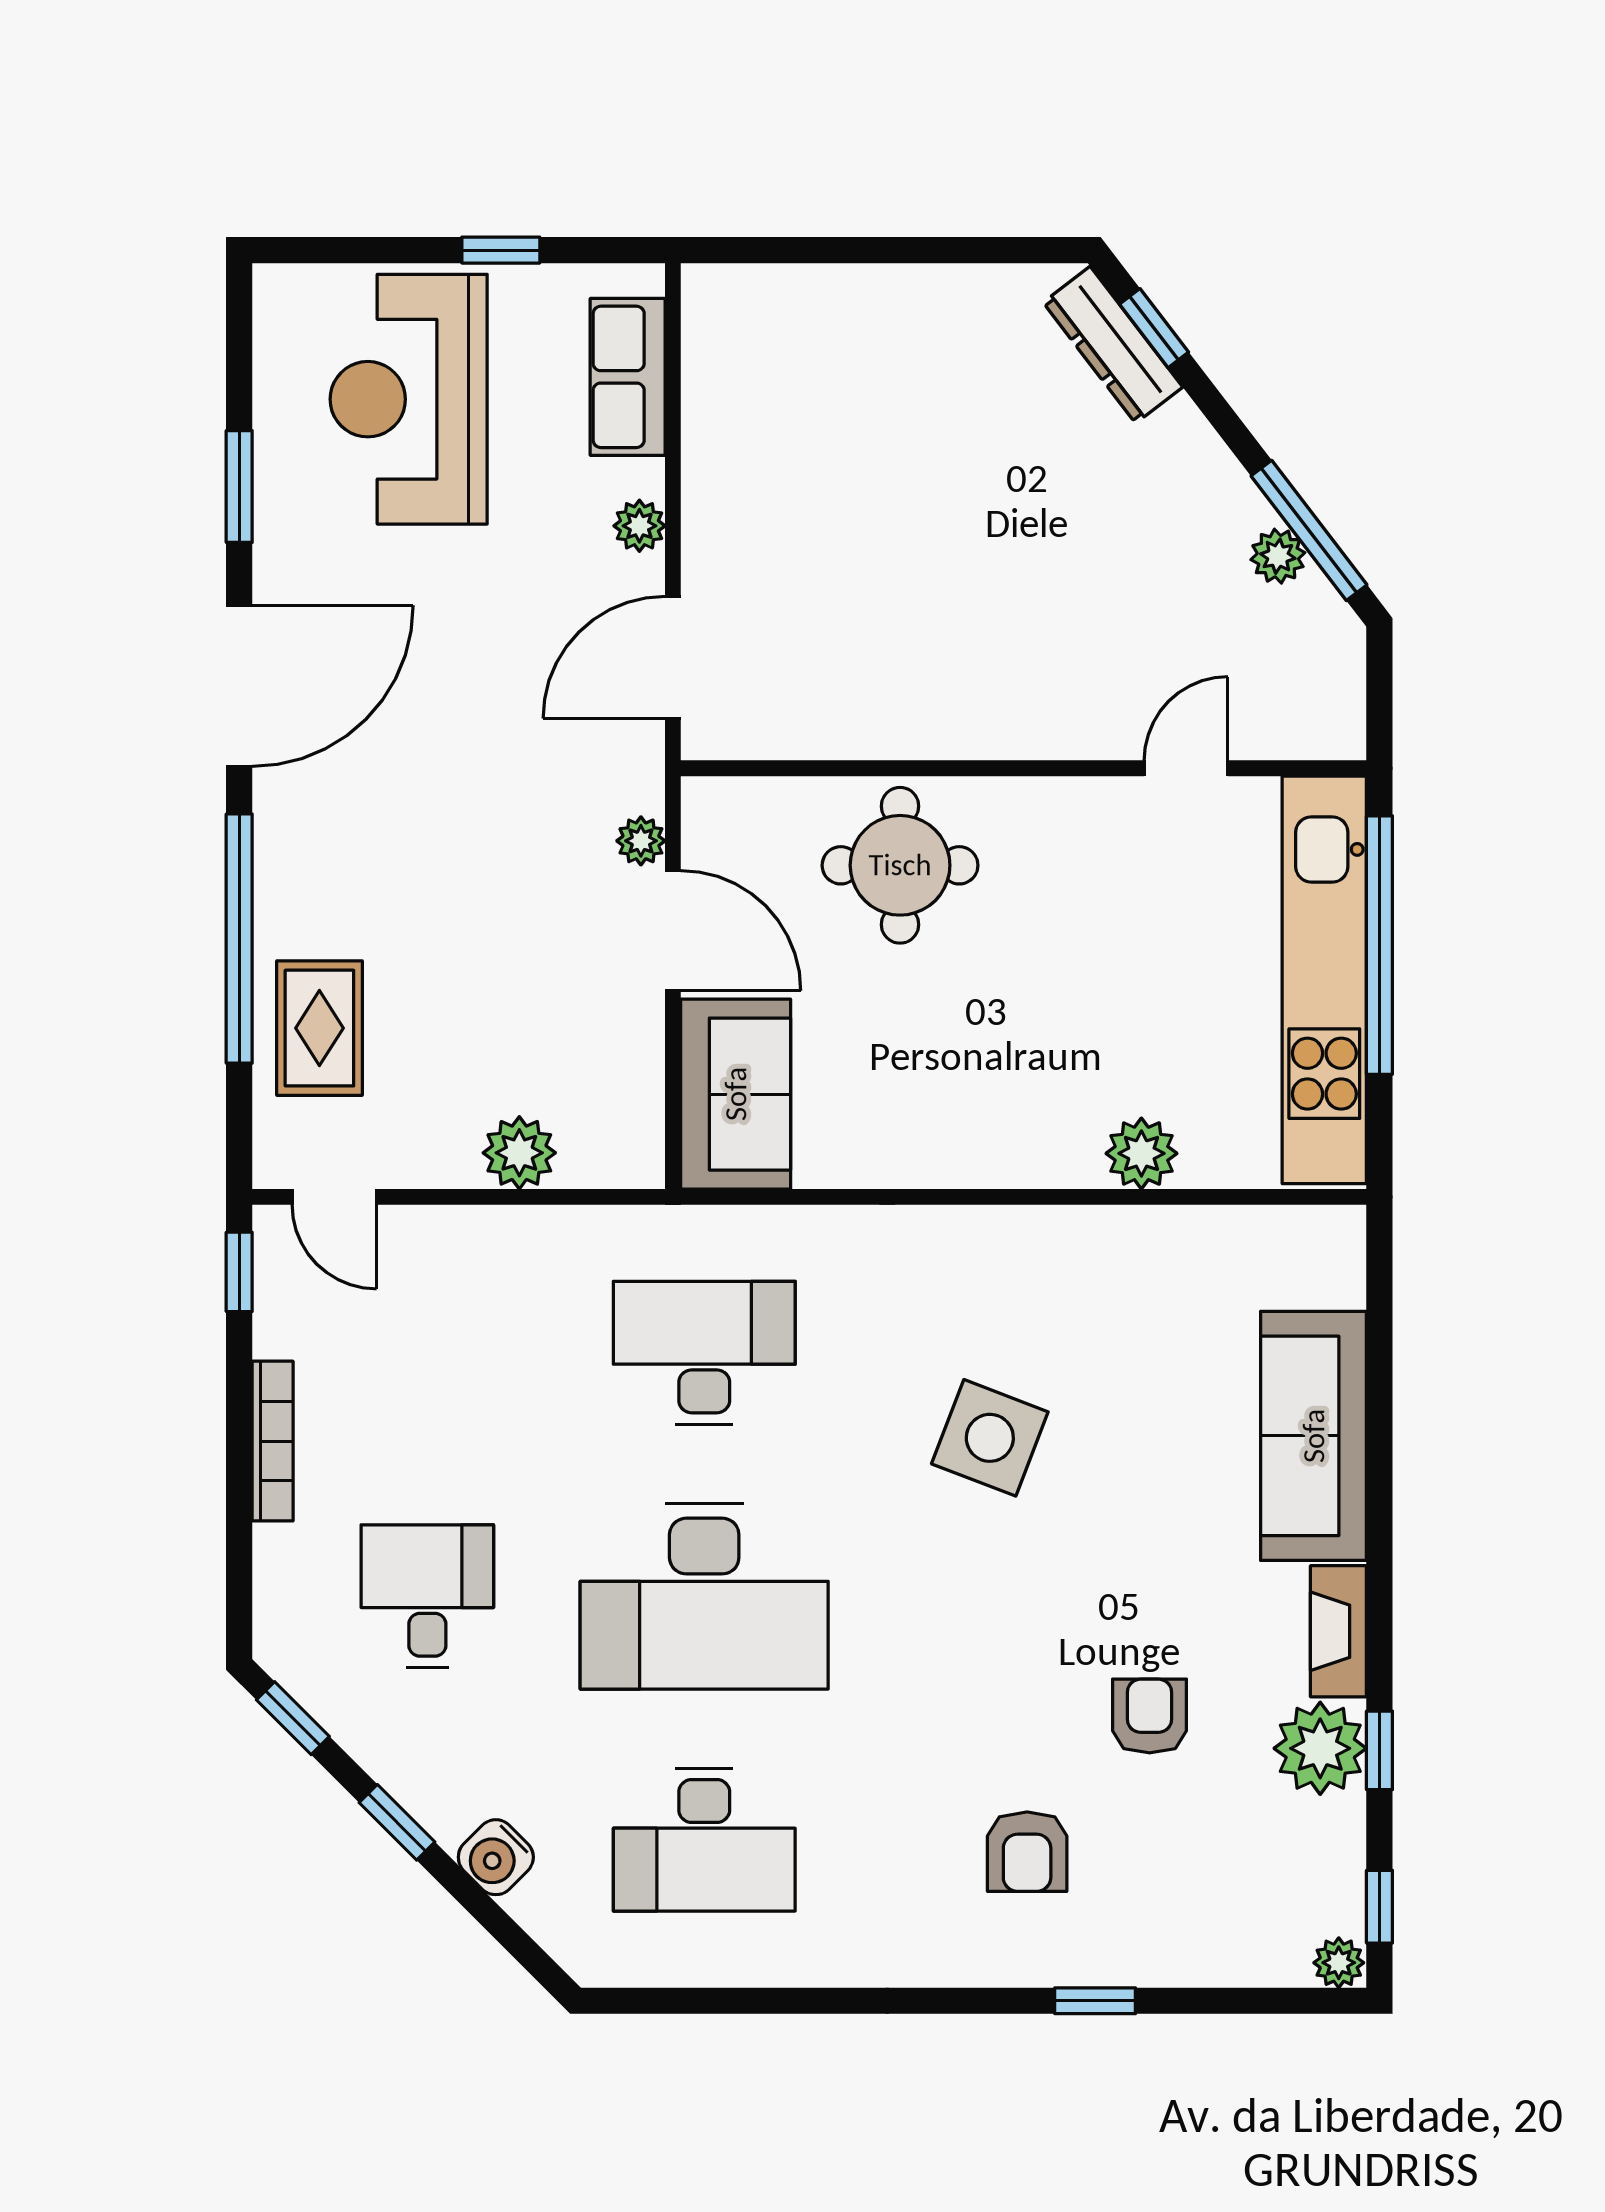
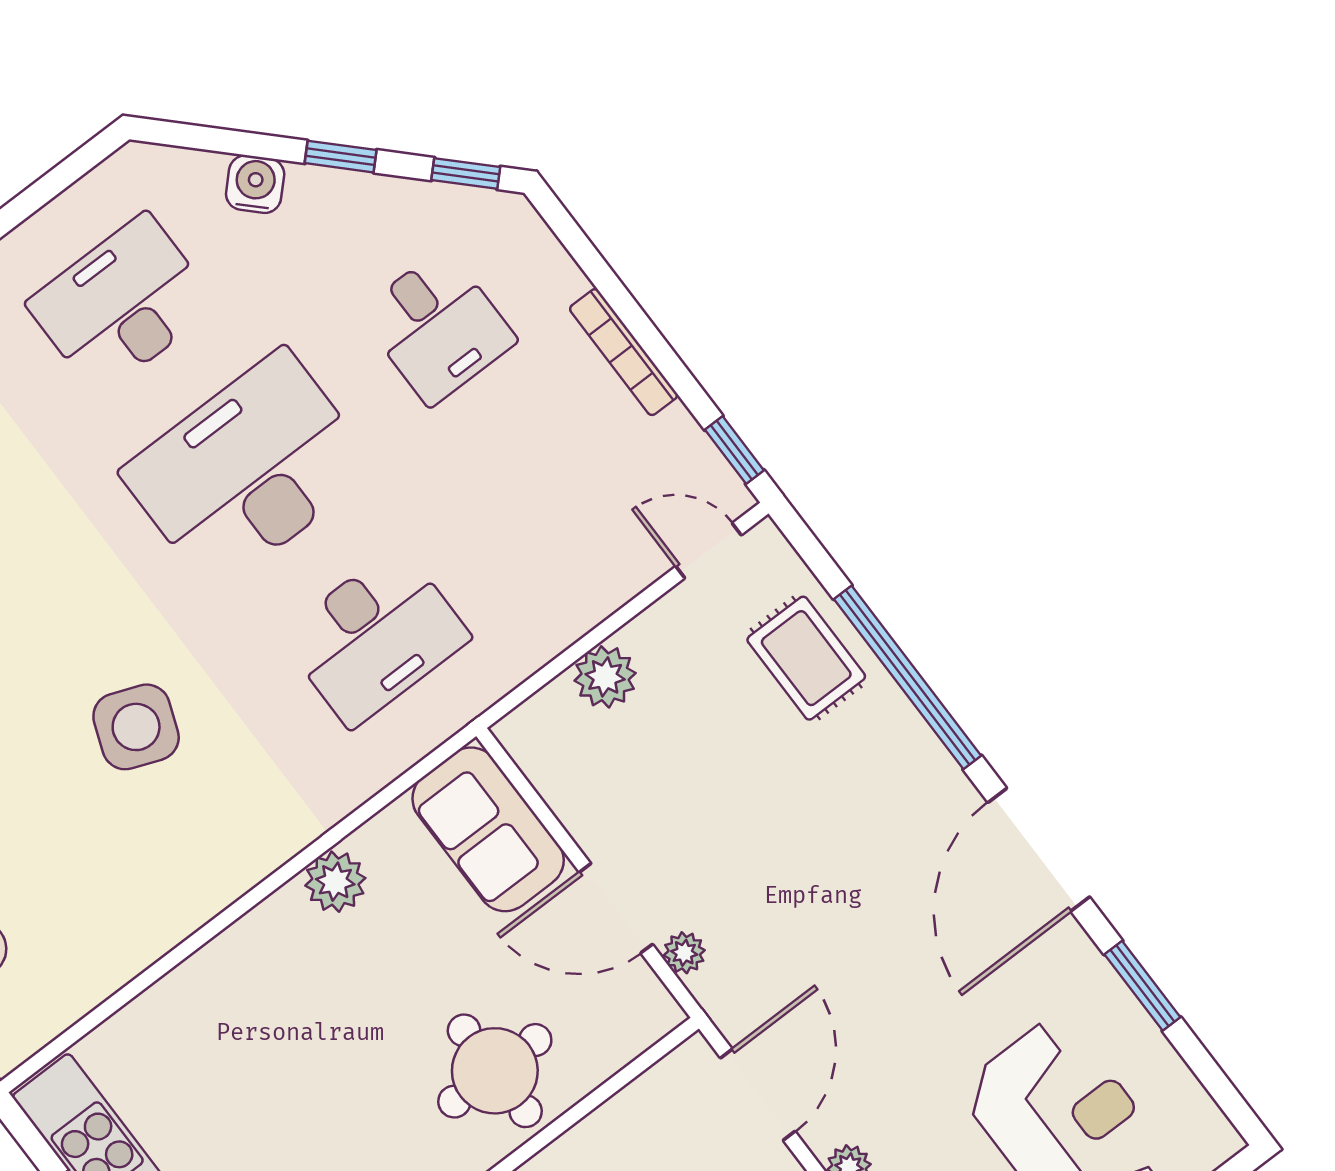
plant: (1141, 1153) -> (335, 882), moved

